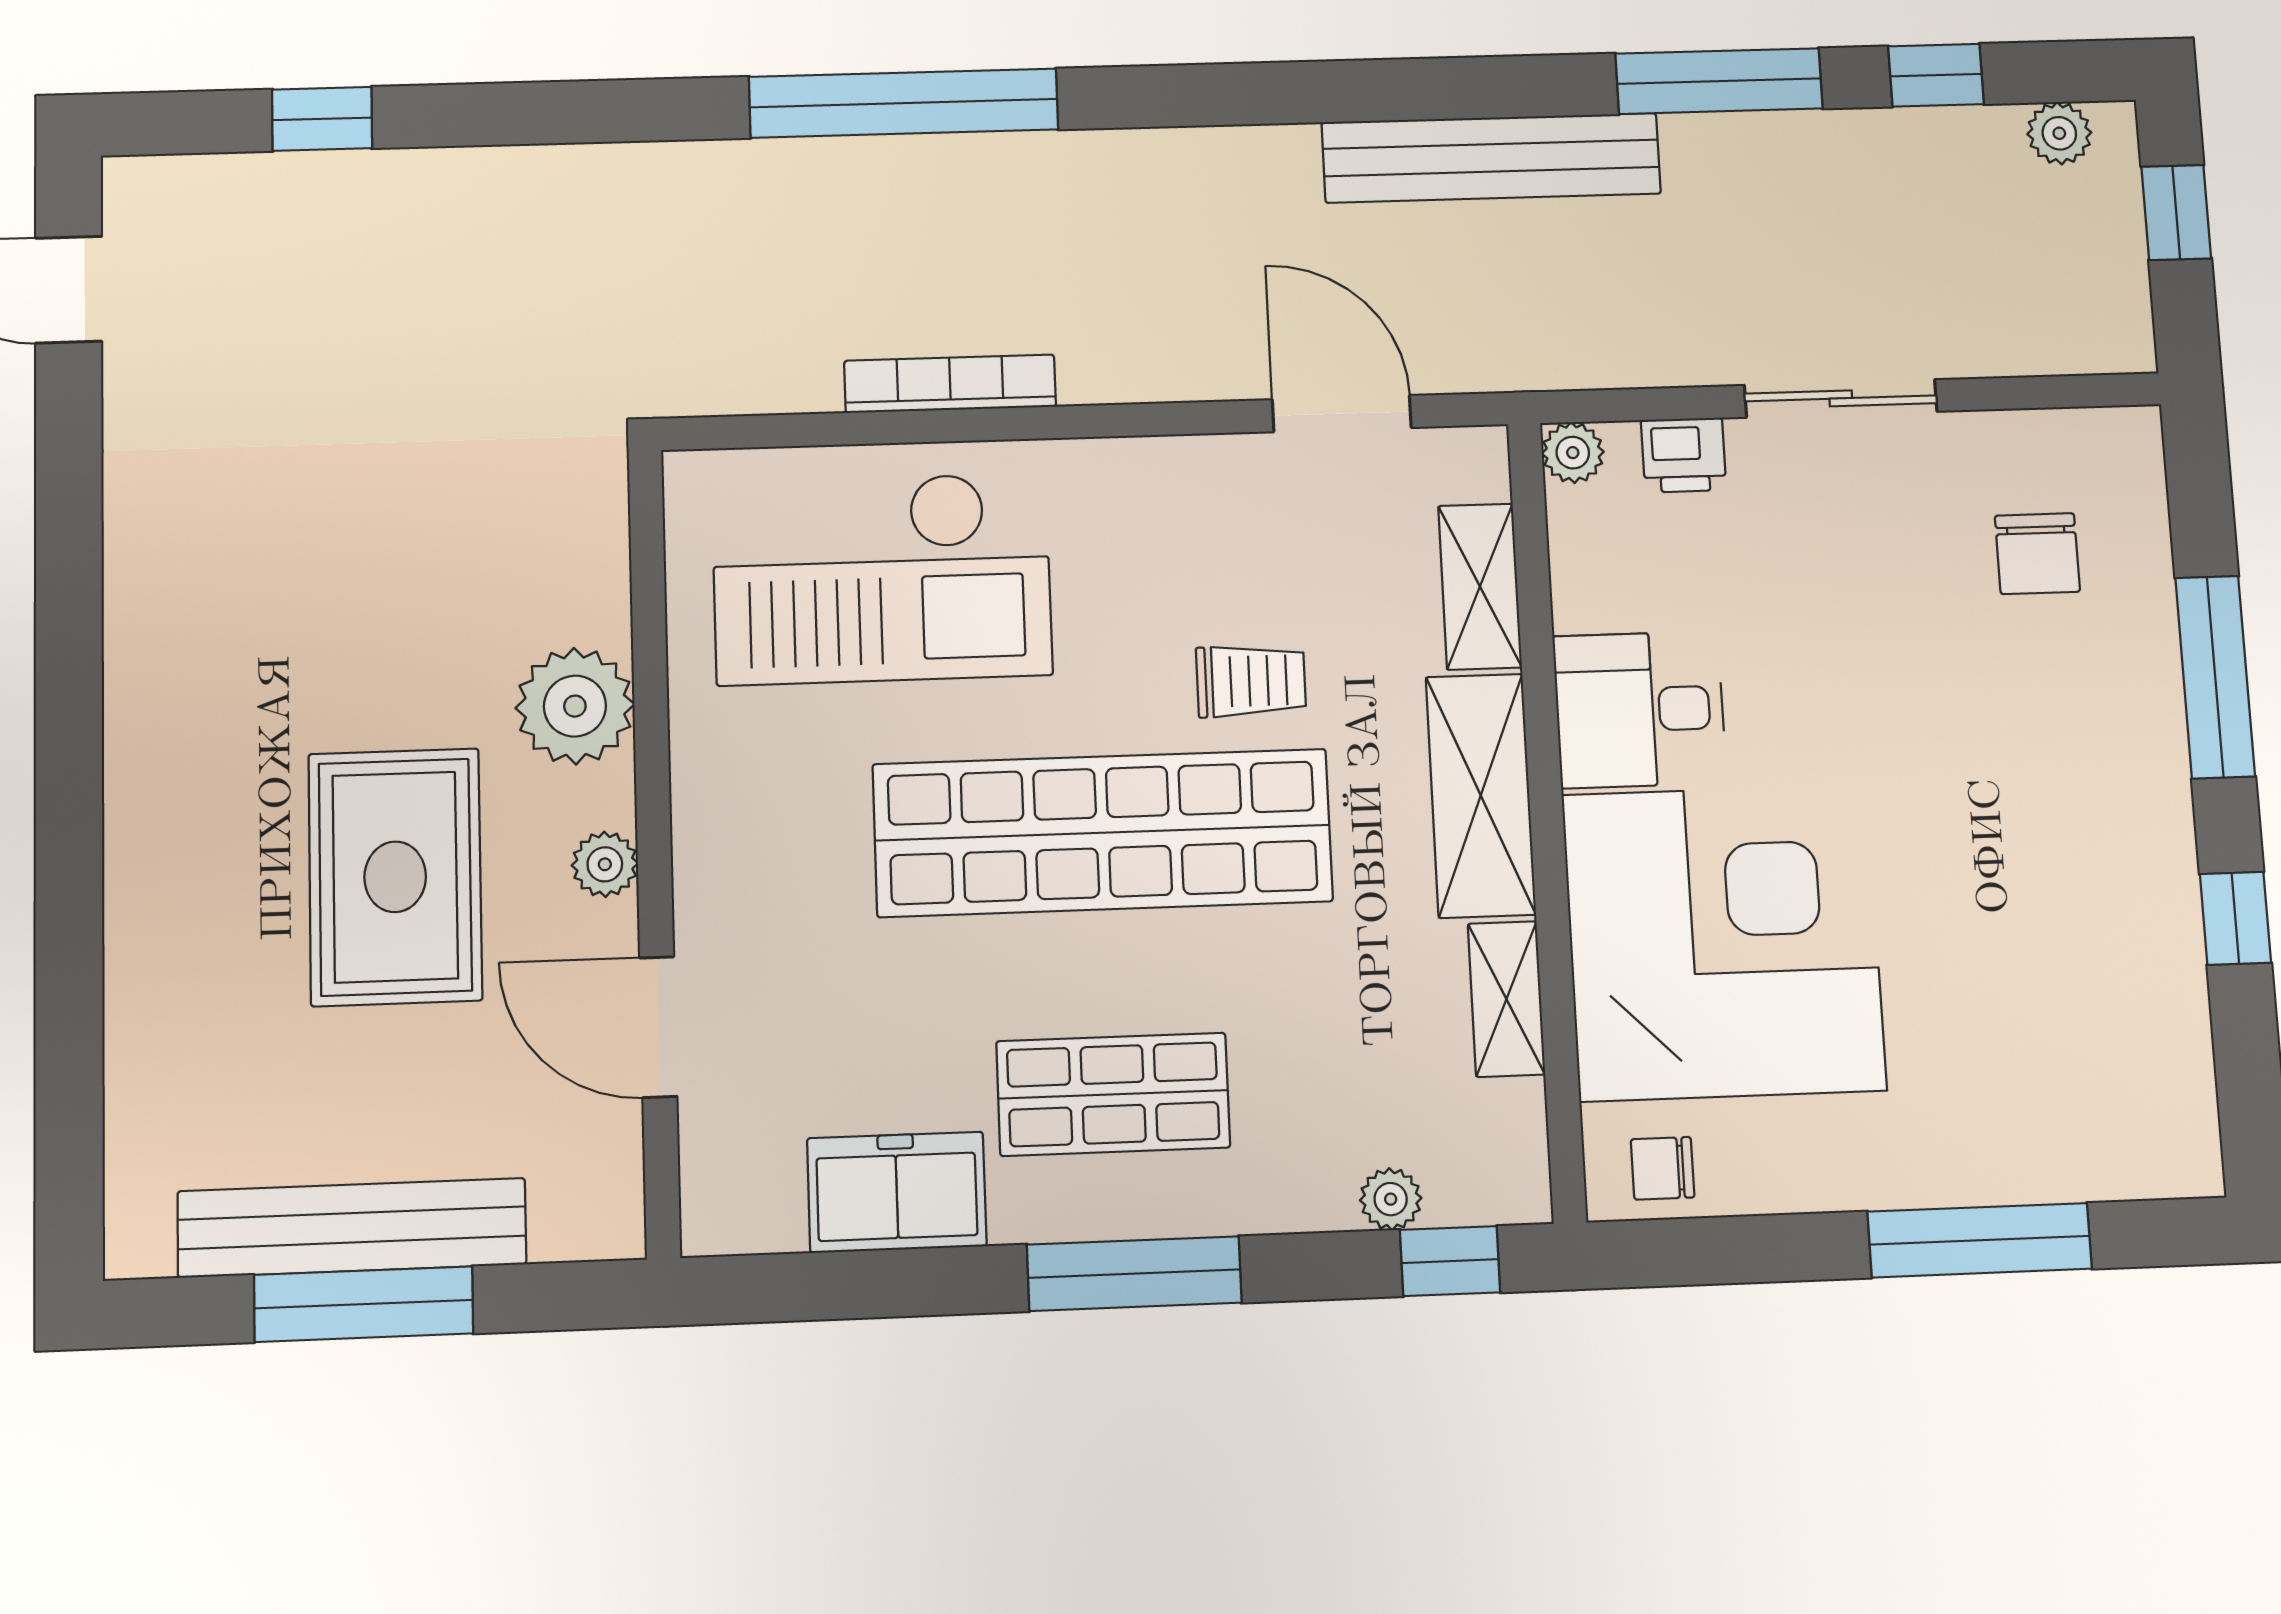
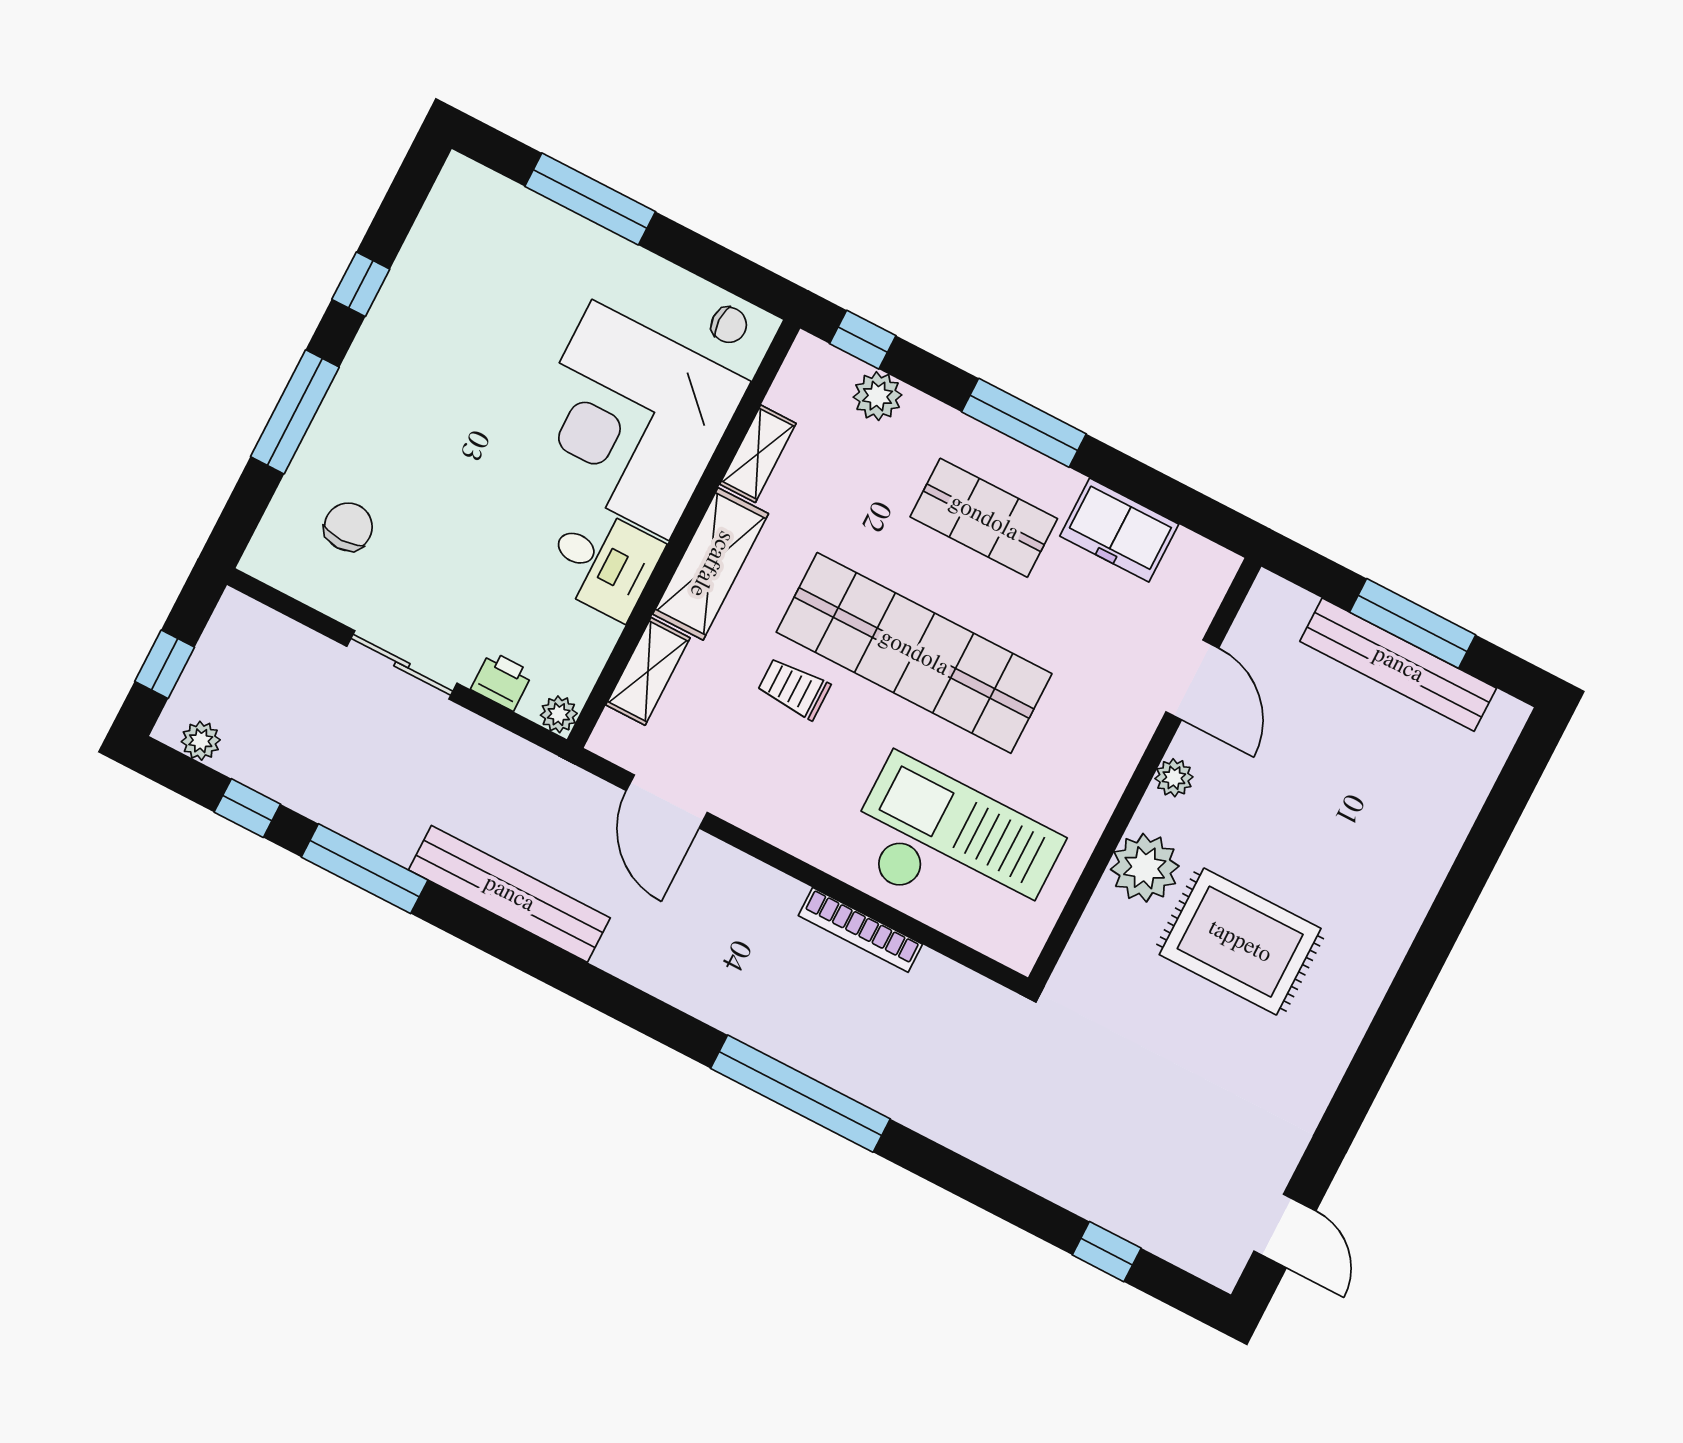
rug: (395, 877) -> (1240, 942), moved, turned 90
plant: (1391, 1199) -> (878, 396), width x1.38, depth x1.38

